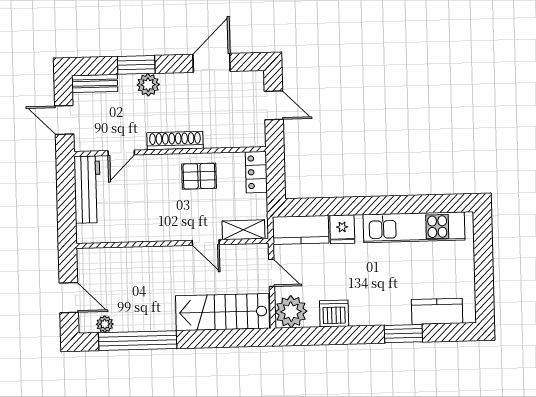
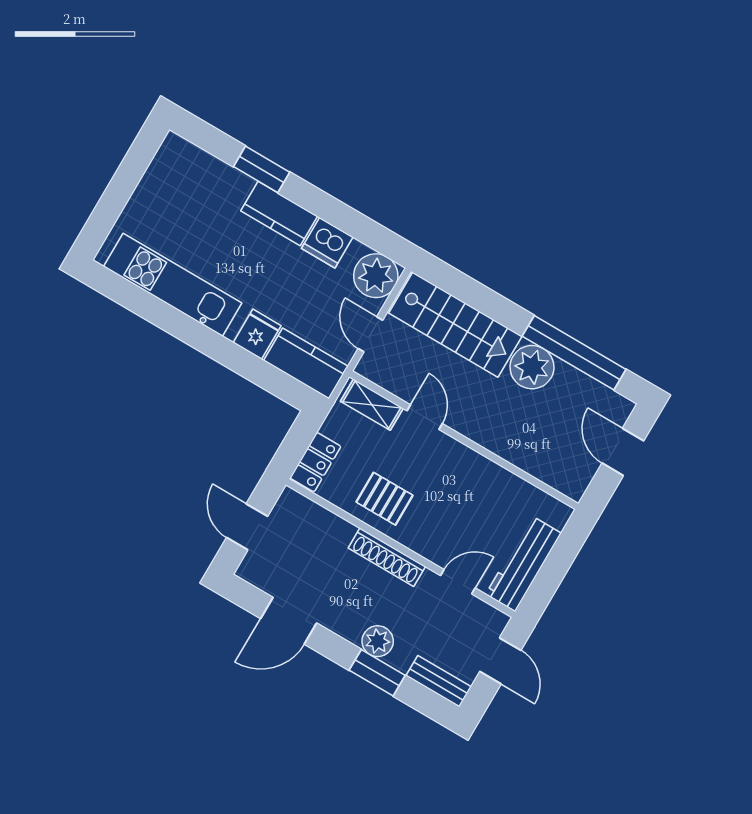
kitchen counter: (437, 311) -> (279, 214), moved
plant: (105, 324) -> (532, 367), moved, width x1.88, depth x1.88

